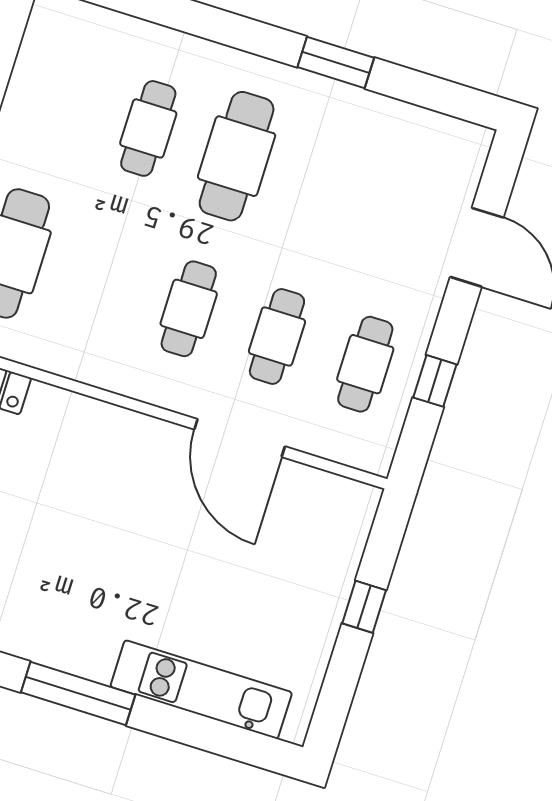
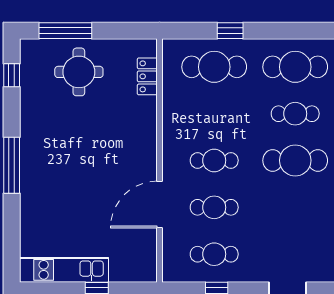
cafe table: (60, 101) -> (295, 67), added
kitchen unit: (201, 689) -> (64, 270), moved, turned -90

